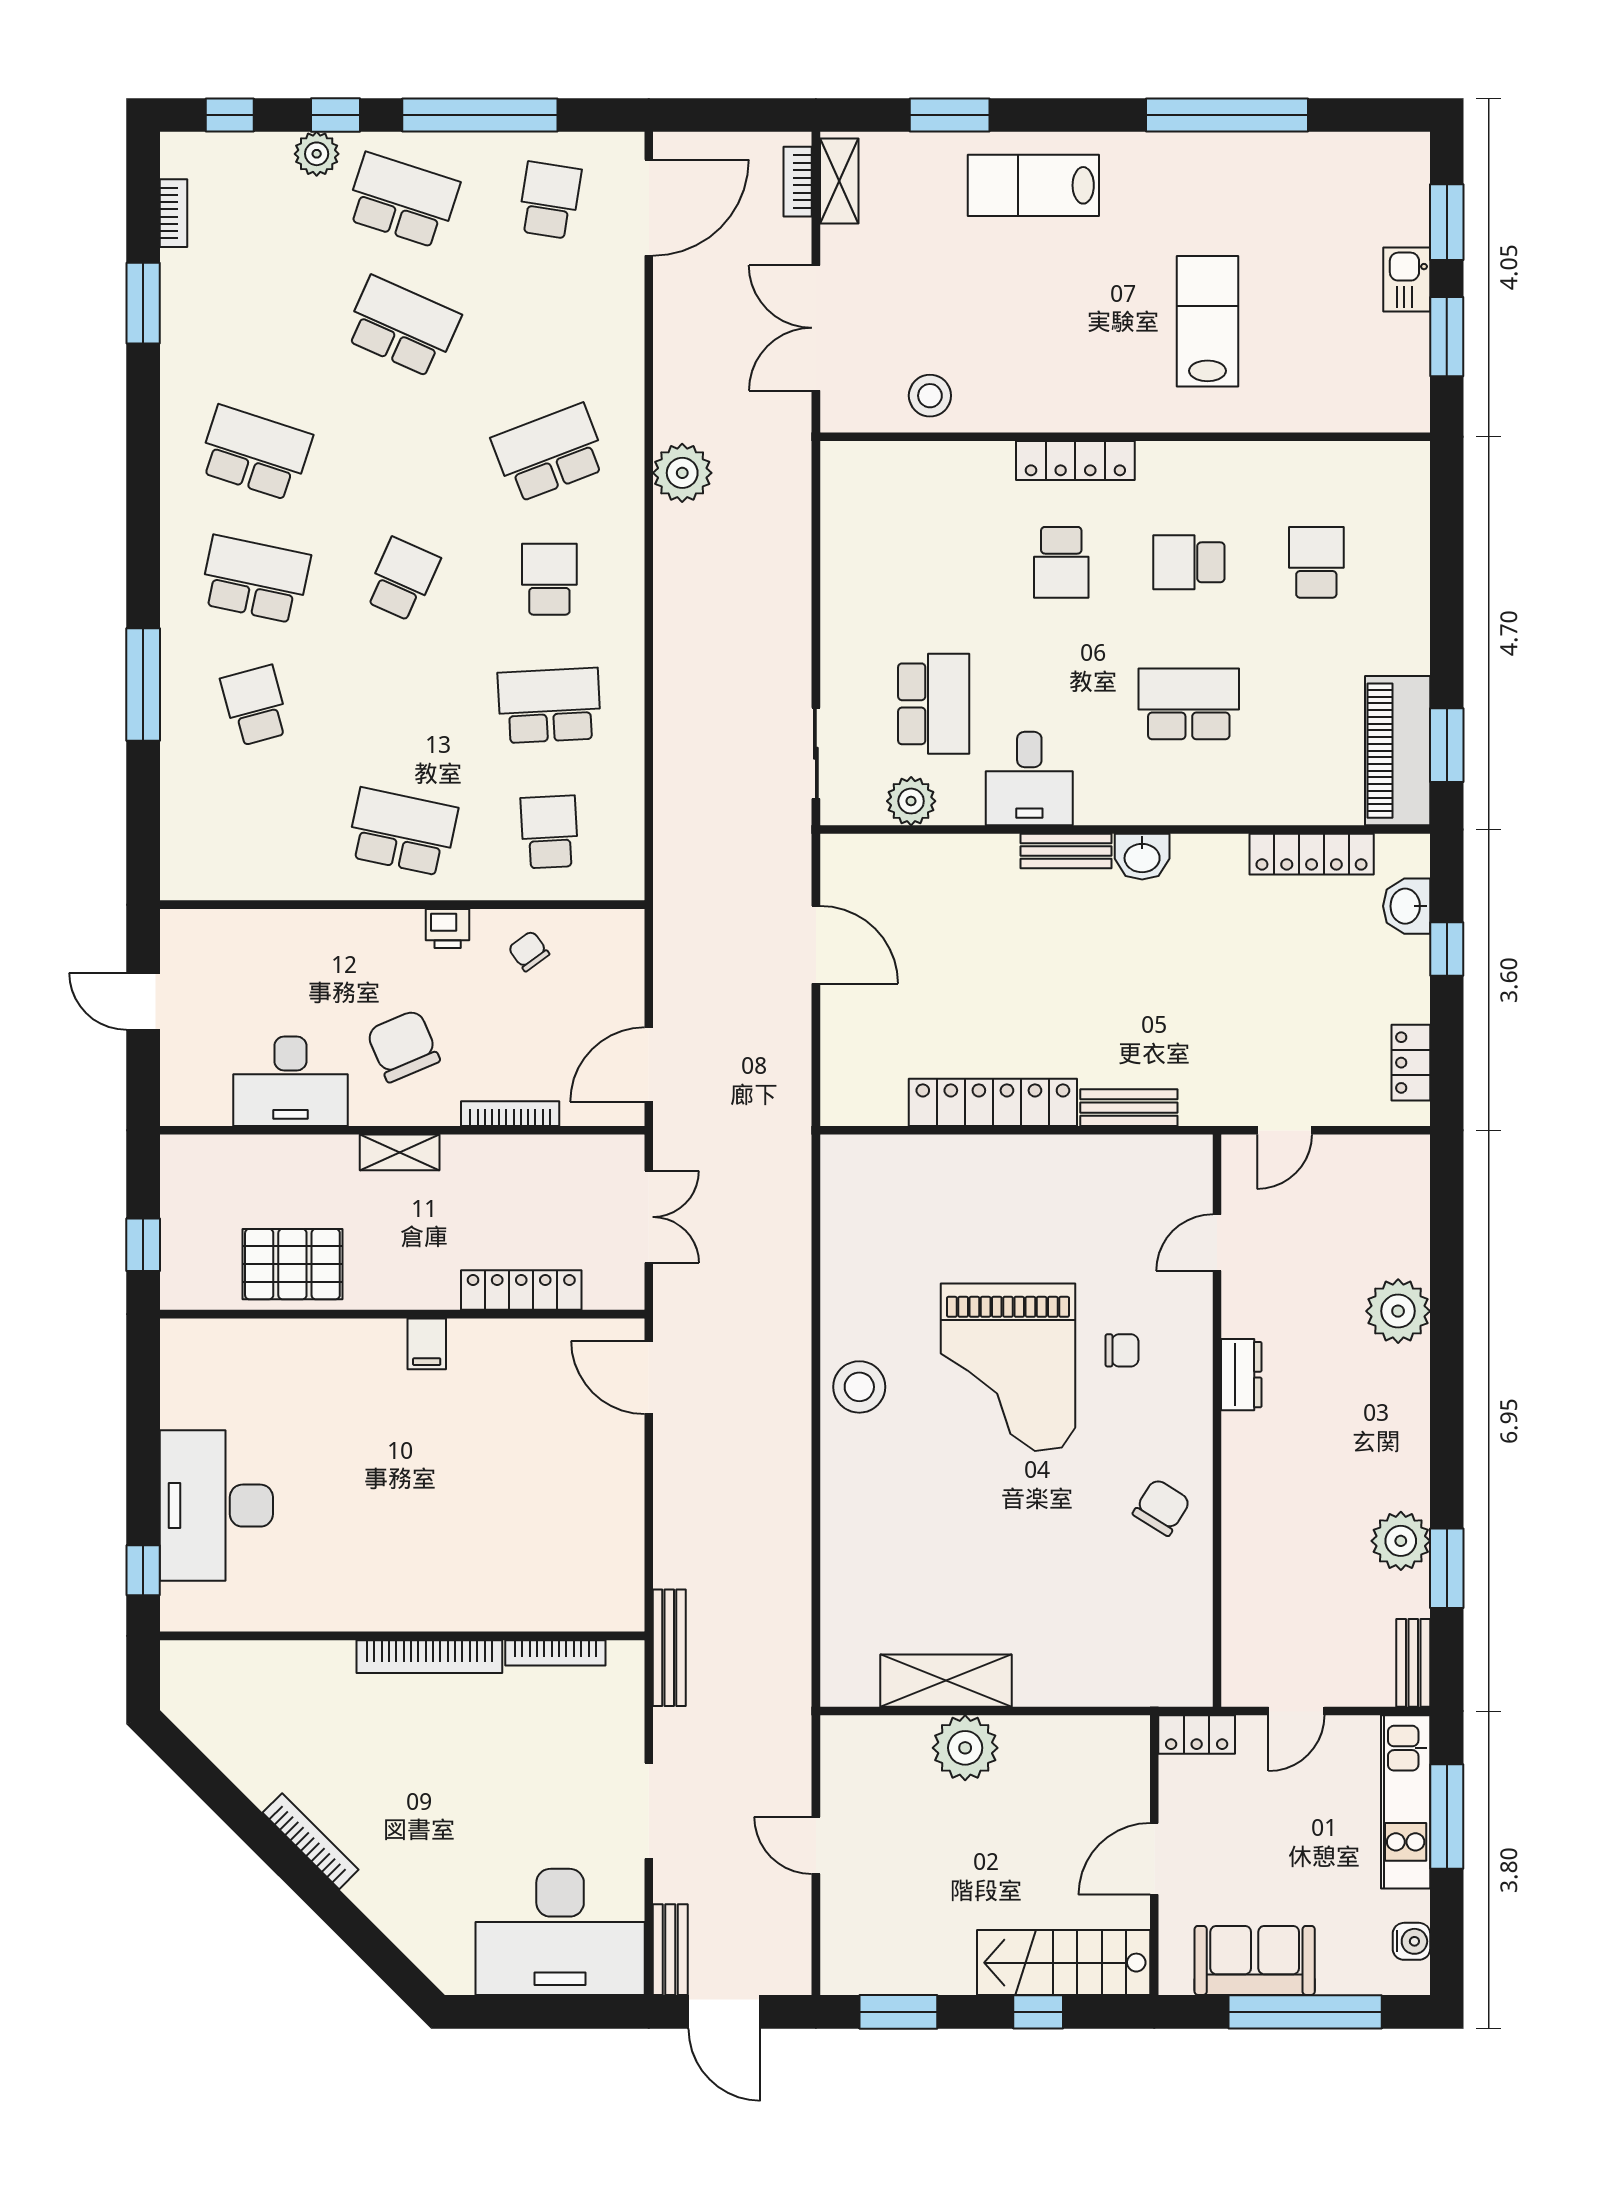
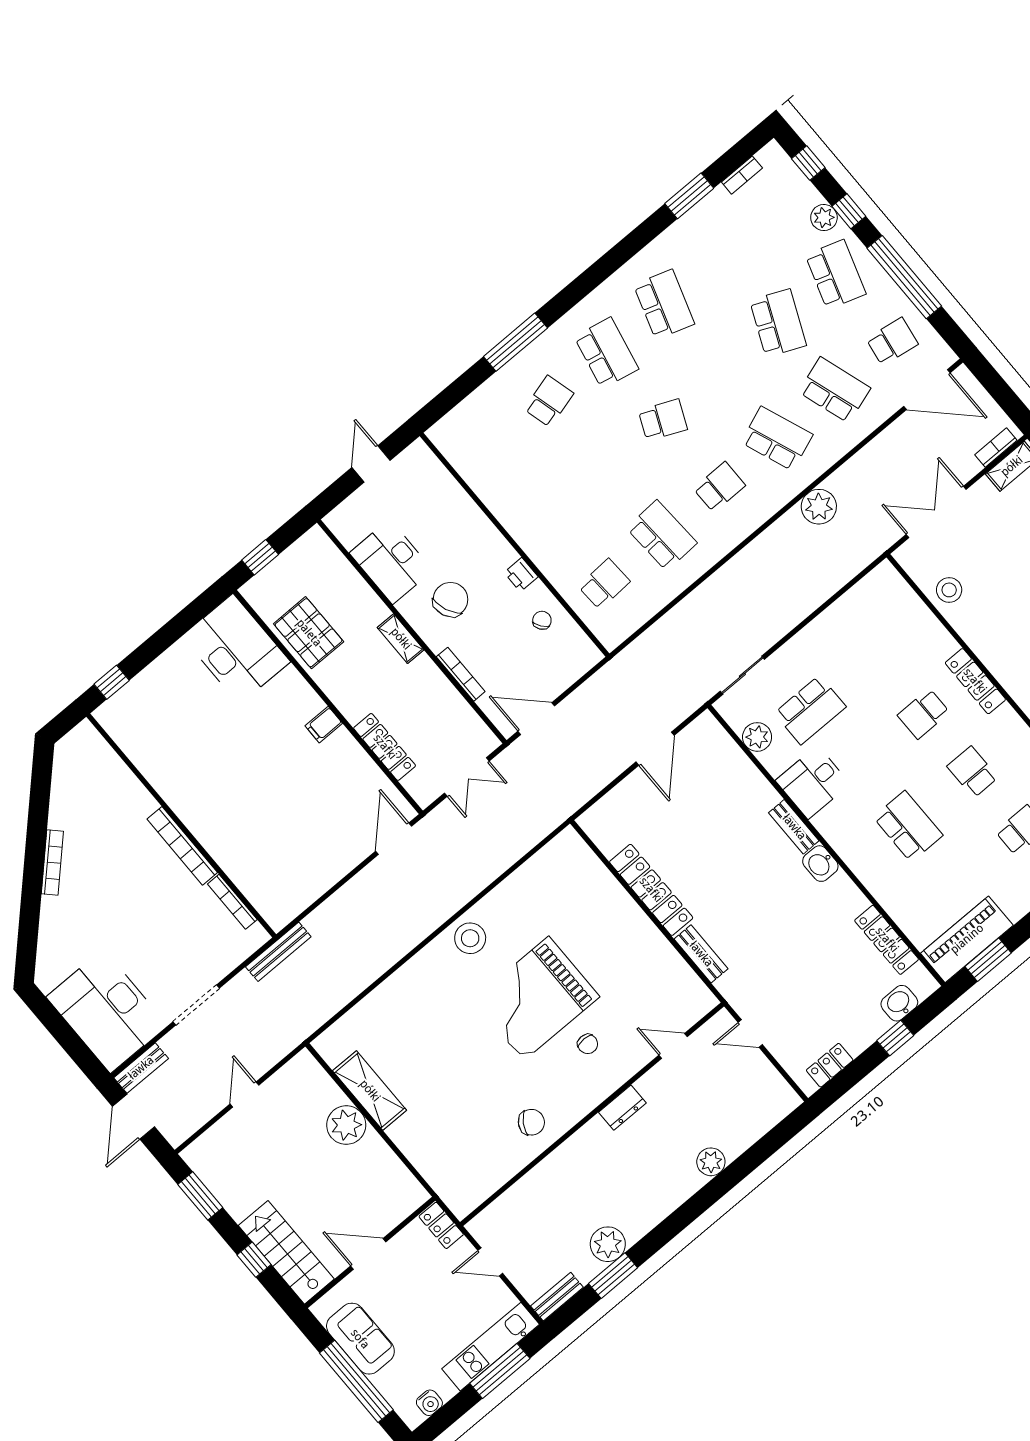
school desk: (402, 832) -> (835, 390), moved, turned -30
plant: (1398, 1311) -> (711, 1162), width x0.73, depth x0.73
desk: (216, 1506) -> (236, 649), moved, turned 90

